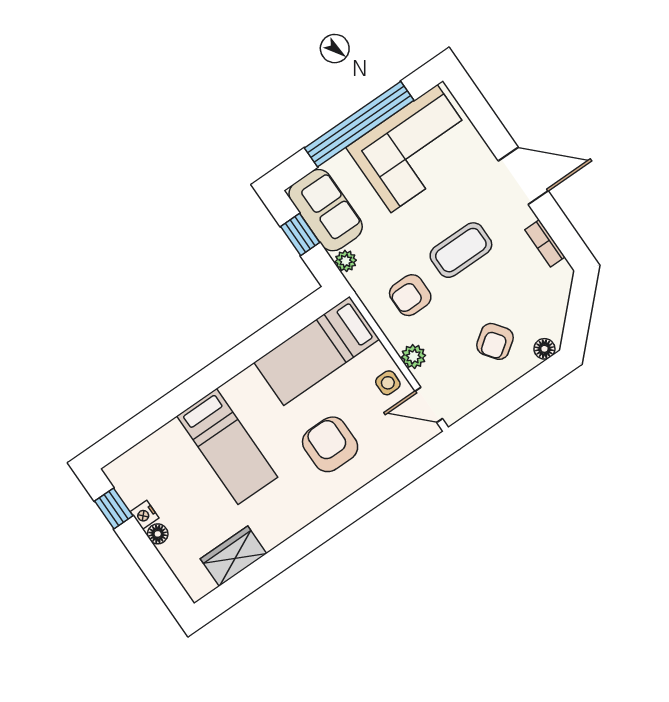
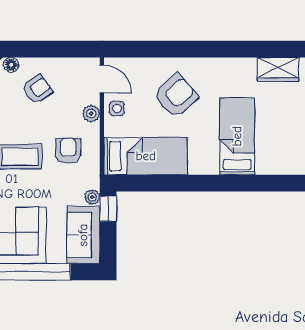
window: (300, 234) -> (108, 209), moved
armchair: (410, 295) -> (68, 151), turned -90
armchair: (330, 444) -> (176, 96), turned -132

